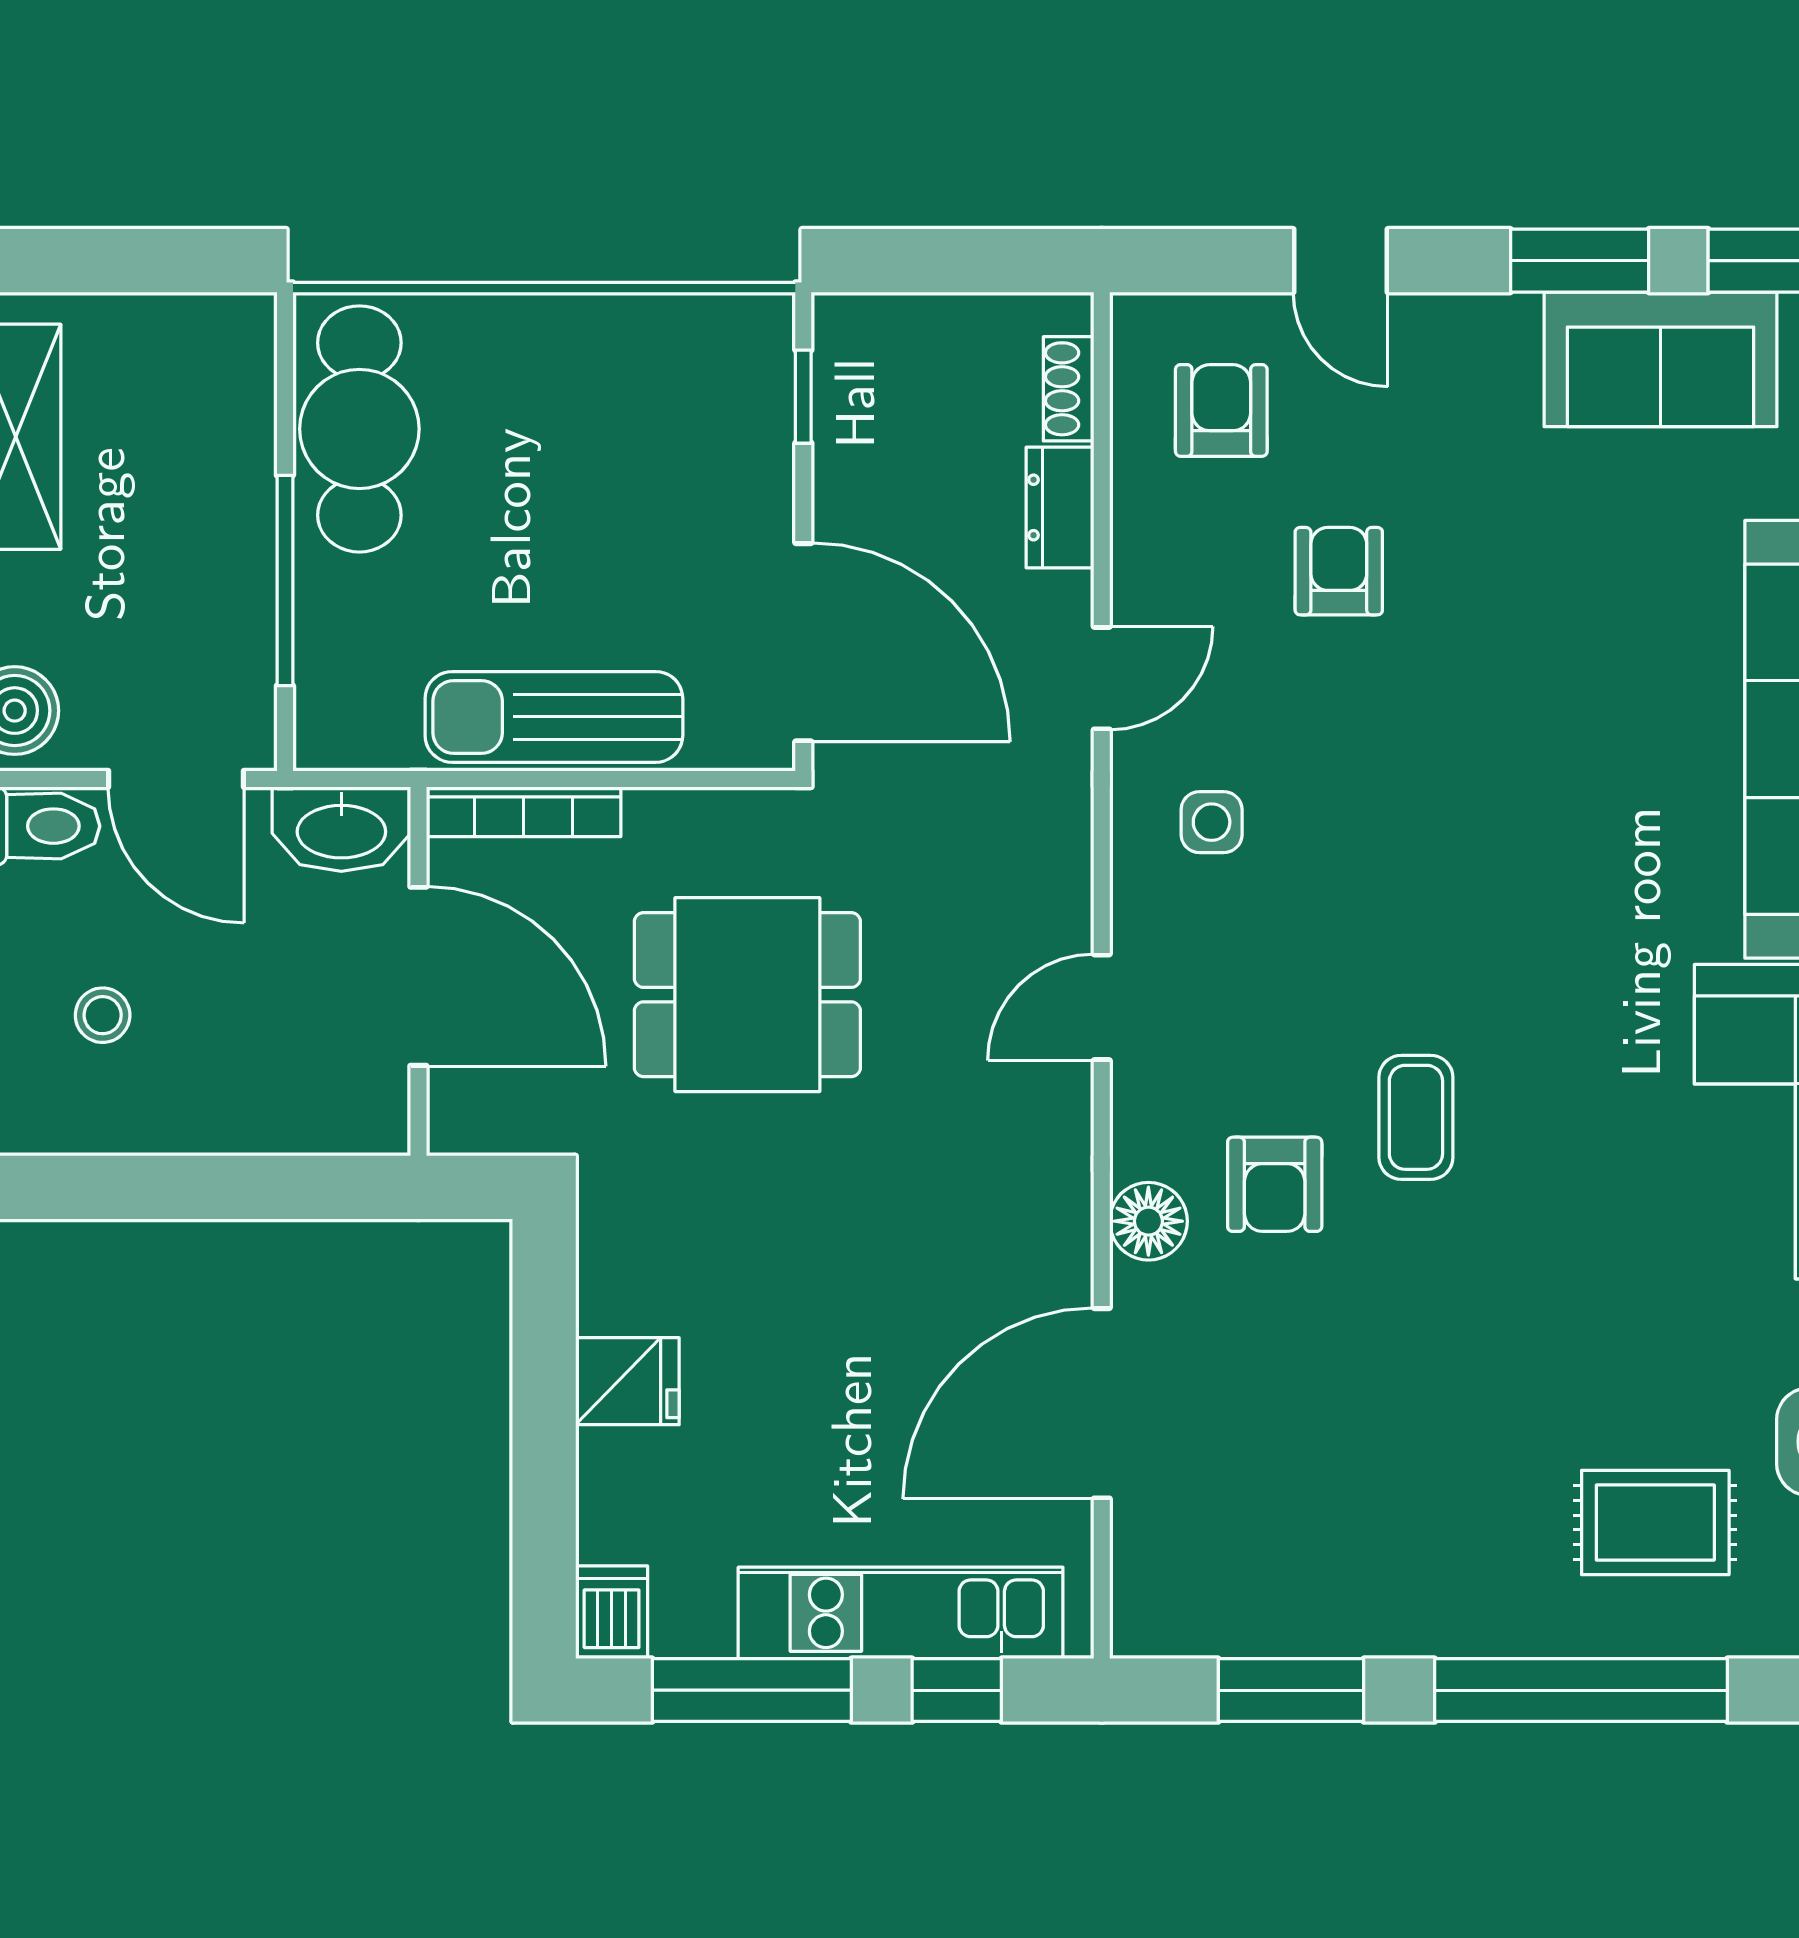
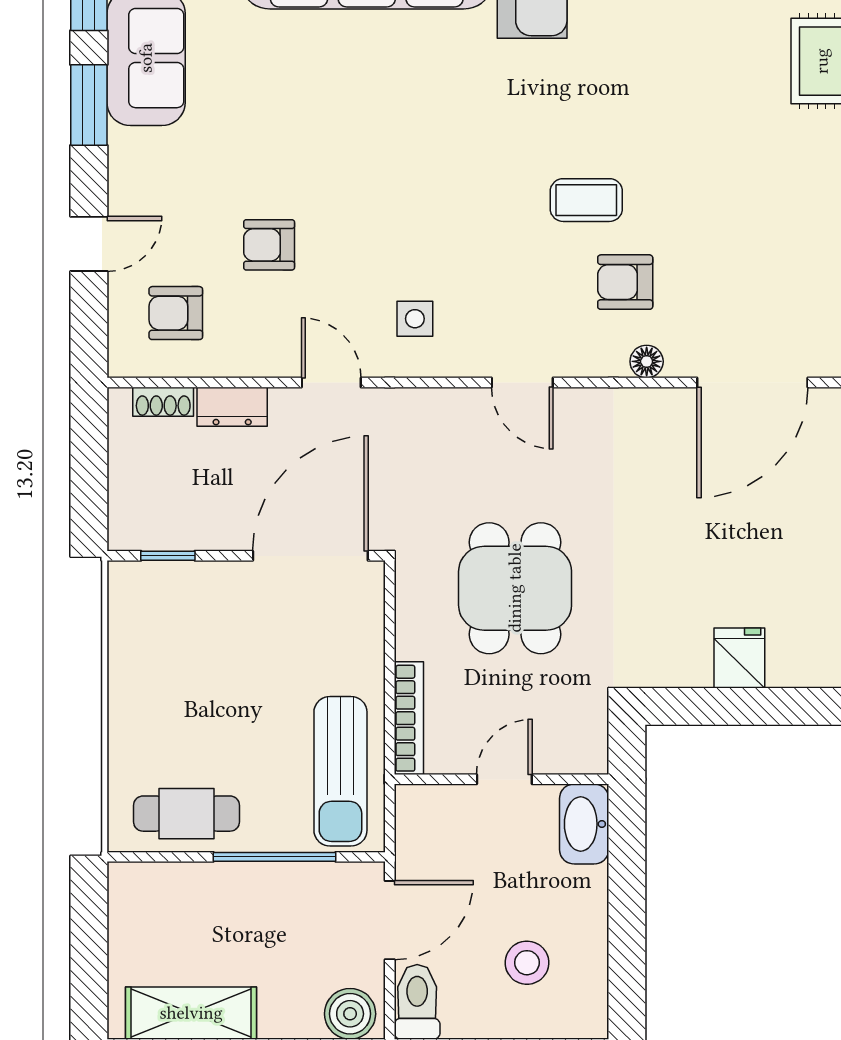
cafe table: (359, 429) -> (187, 814), width x0.73, depth x0.74
sun lounger: (554, 717) -> (340, 771), moved
washbasin: (341, 829) -> (584, 824), moved, turned 180
door: (418, 976) -> (504, 779), width x0.53
stool: (103, 1015) -> (527, 963), width x1.37, depth x1.37
armchair: (1275, 1184) -> (625, 282), turned 180
floor lamp: (1148, 1221) -> (647, 361), width x0.73, depth x0.73
door: (1102, 1403) -> (752, 382), hinge flipped

